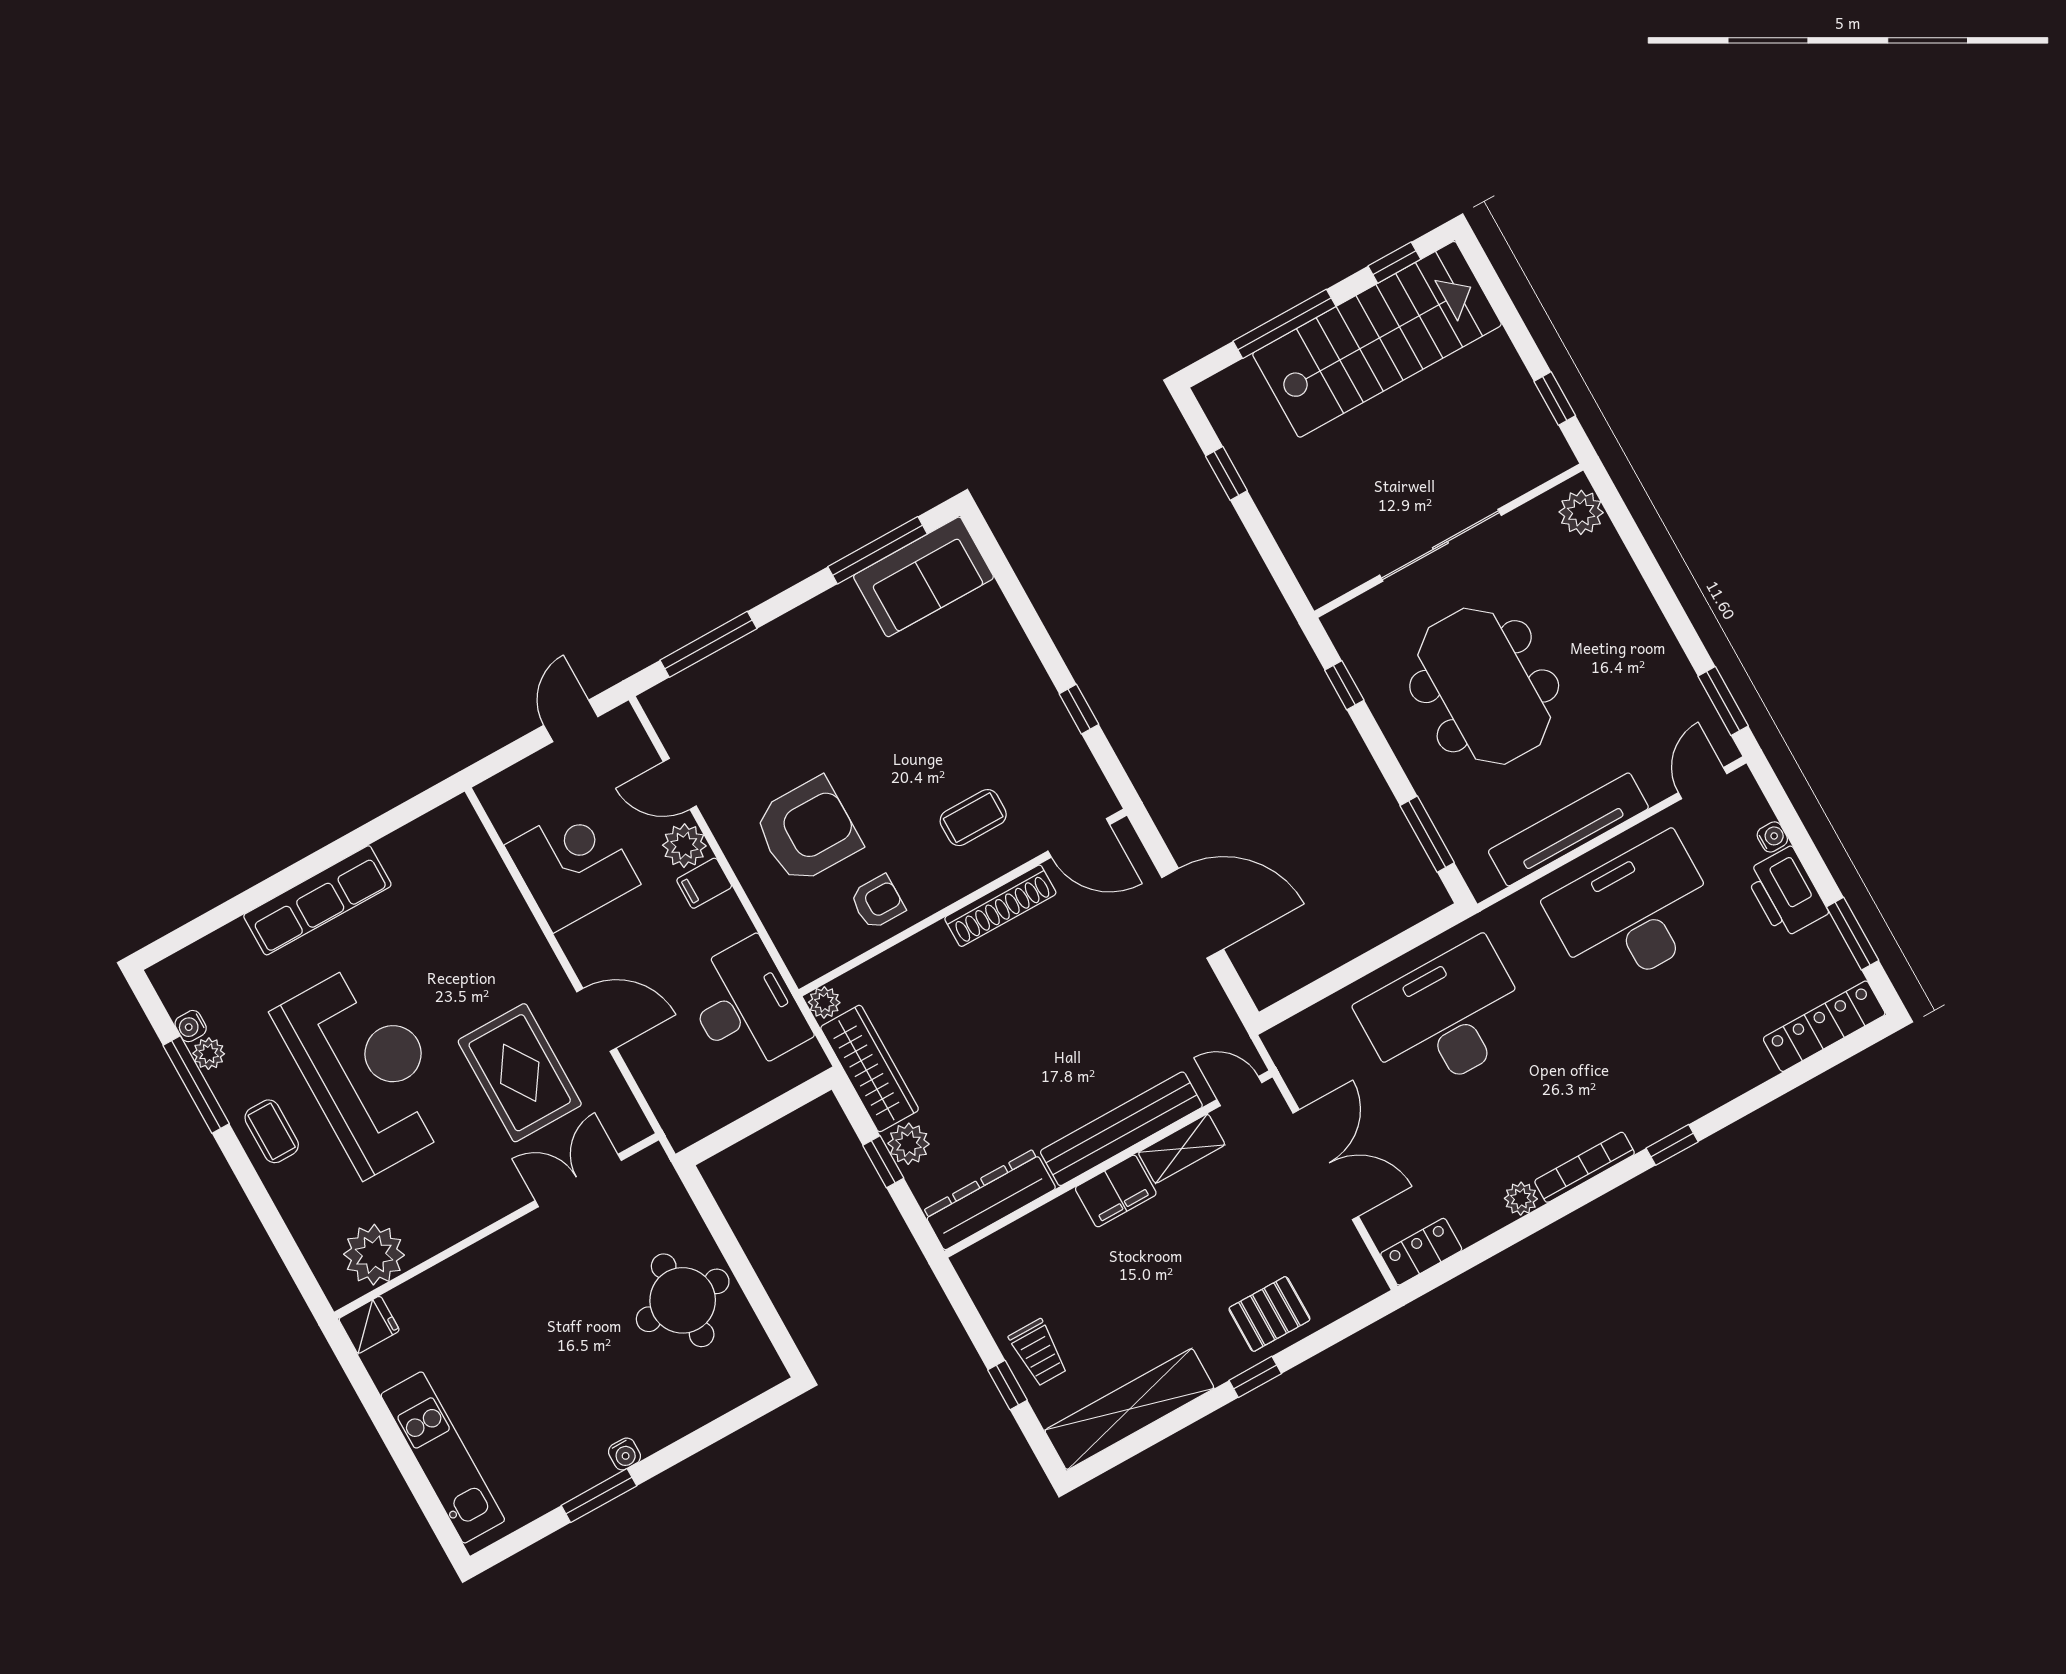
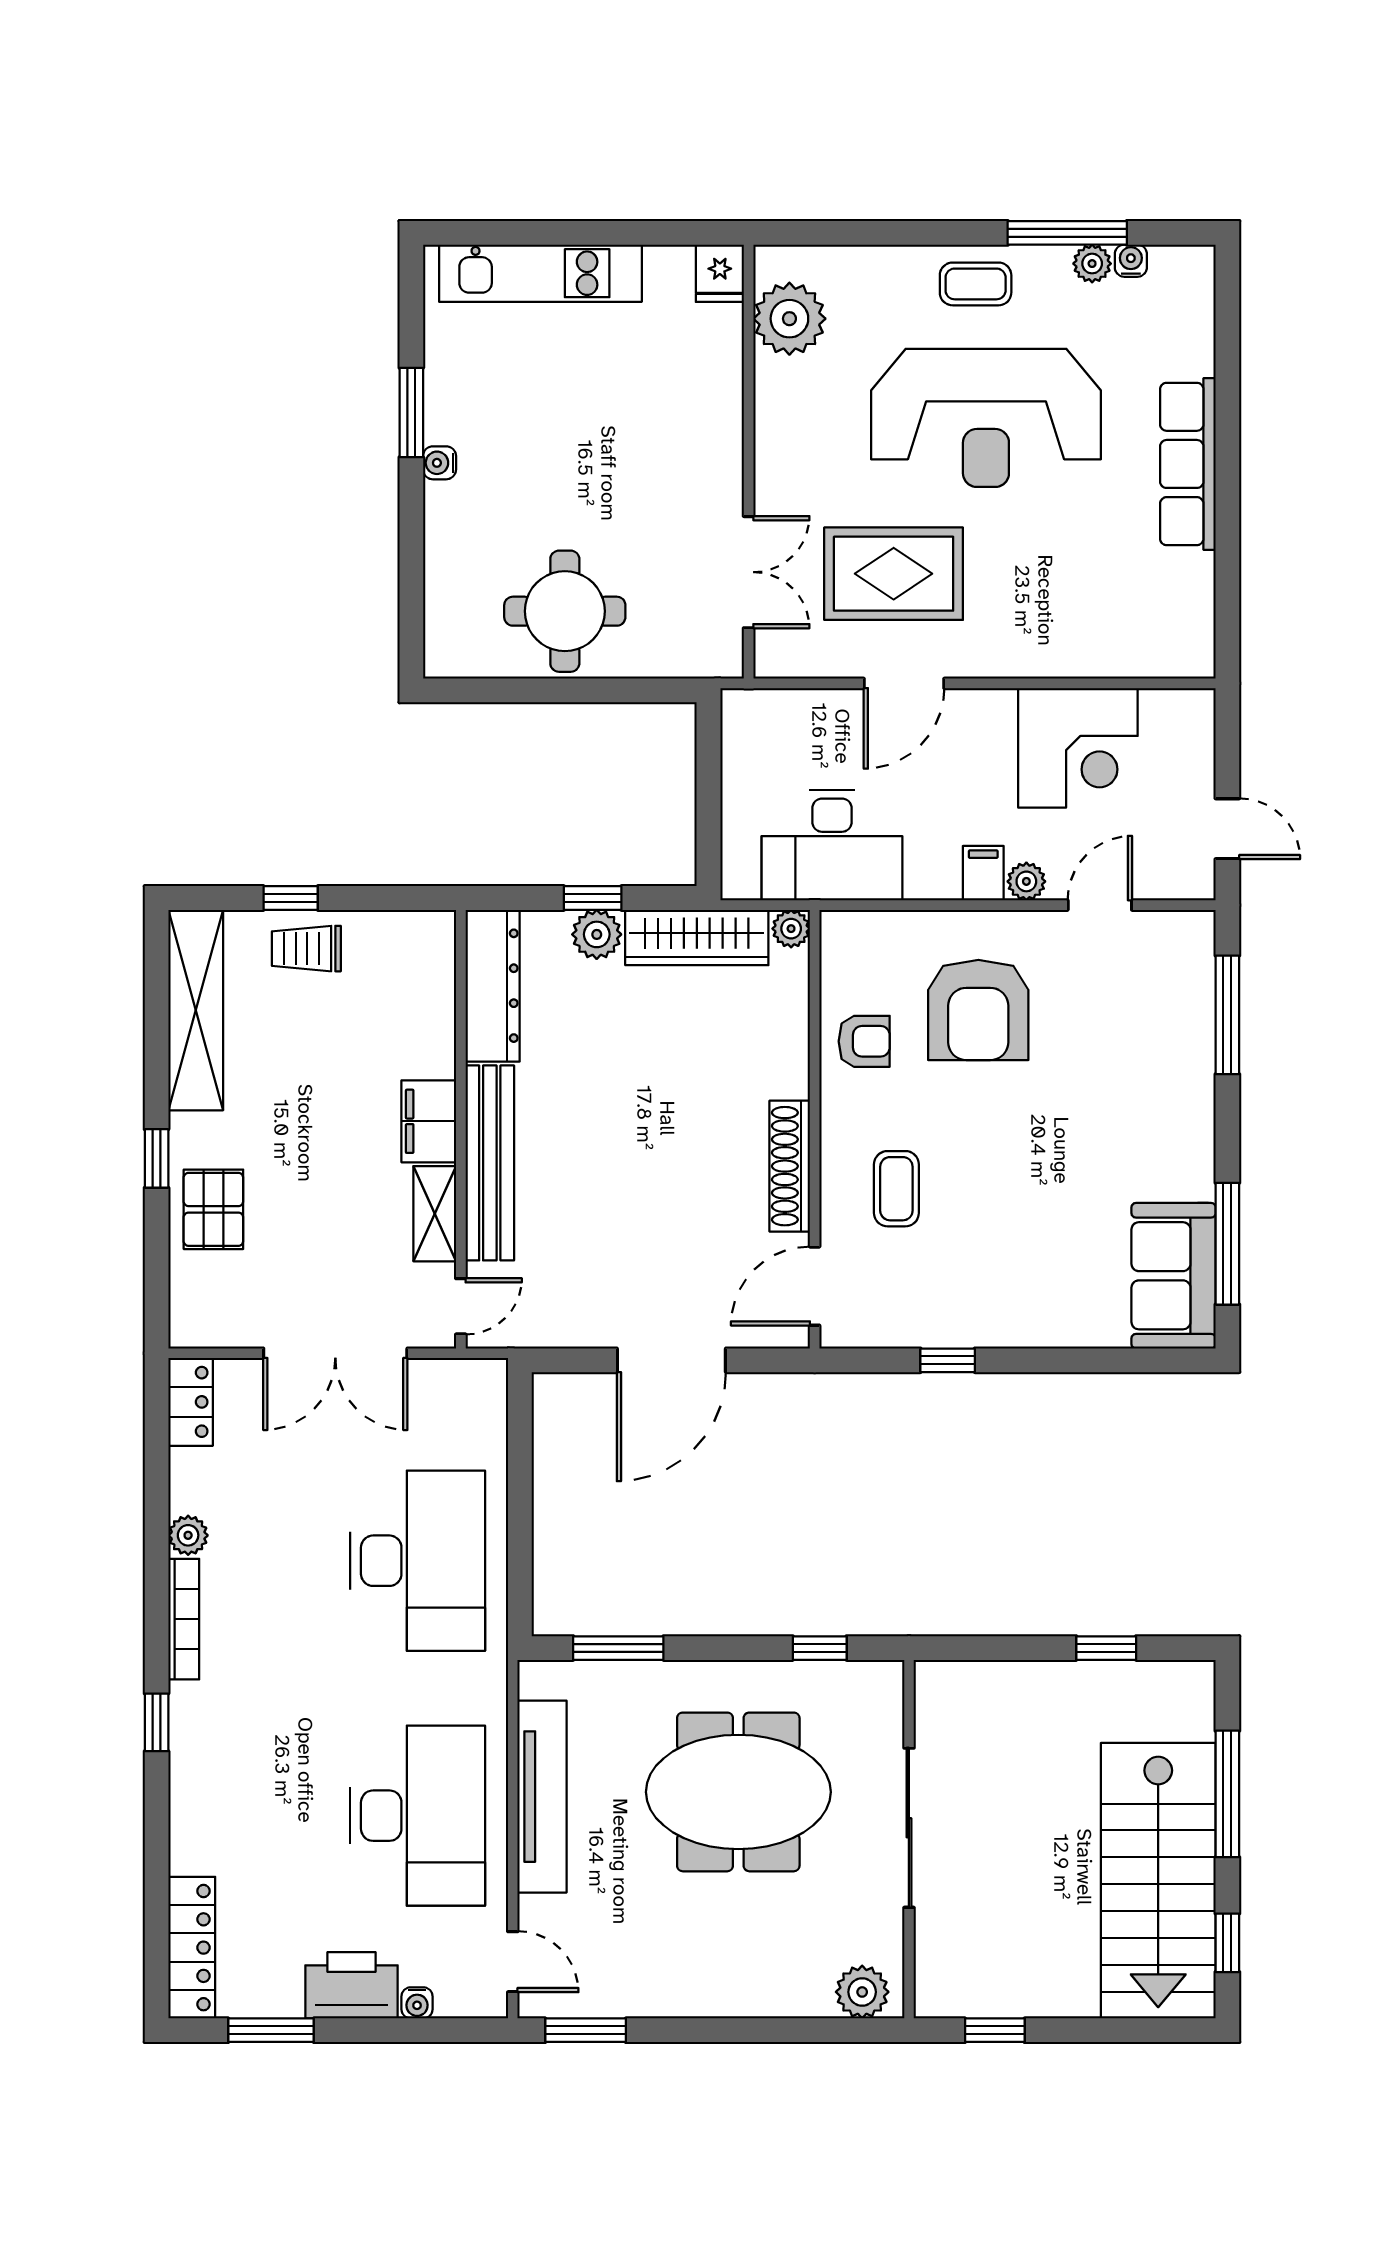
plant: (684, 846) -> (1026, 881), width x0.73, depth x0.73
armchair: (877, 902) -> (864, 1041), turned -90

